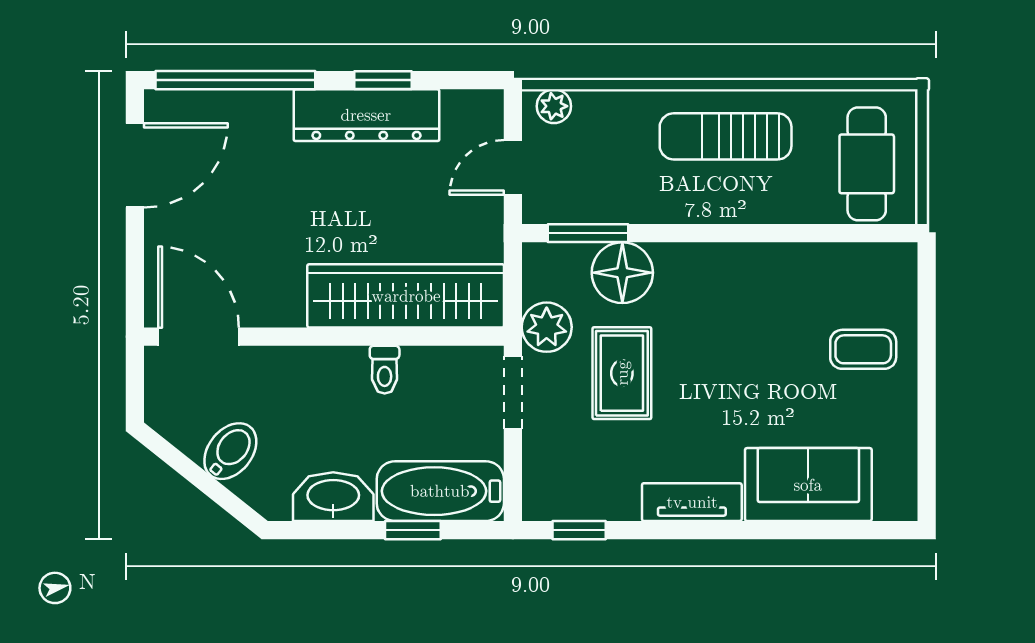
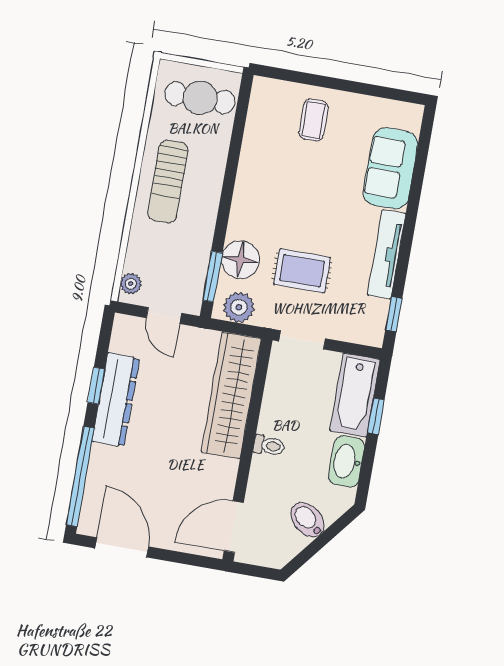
plant: (547, 327) -> (239, 307), moved
toilet: (385, 370) -> (269, 446), moved
tv unit: (692, 502) -> (387, 254), width x1.41

